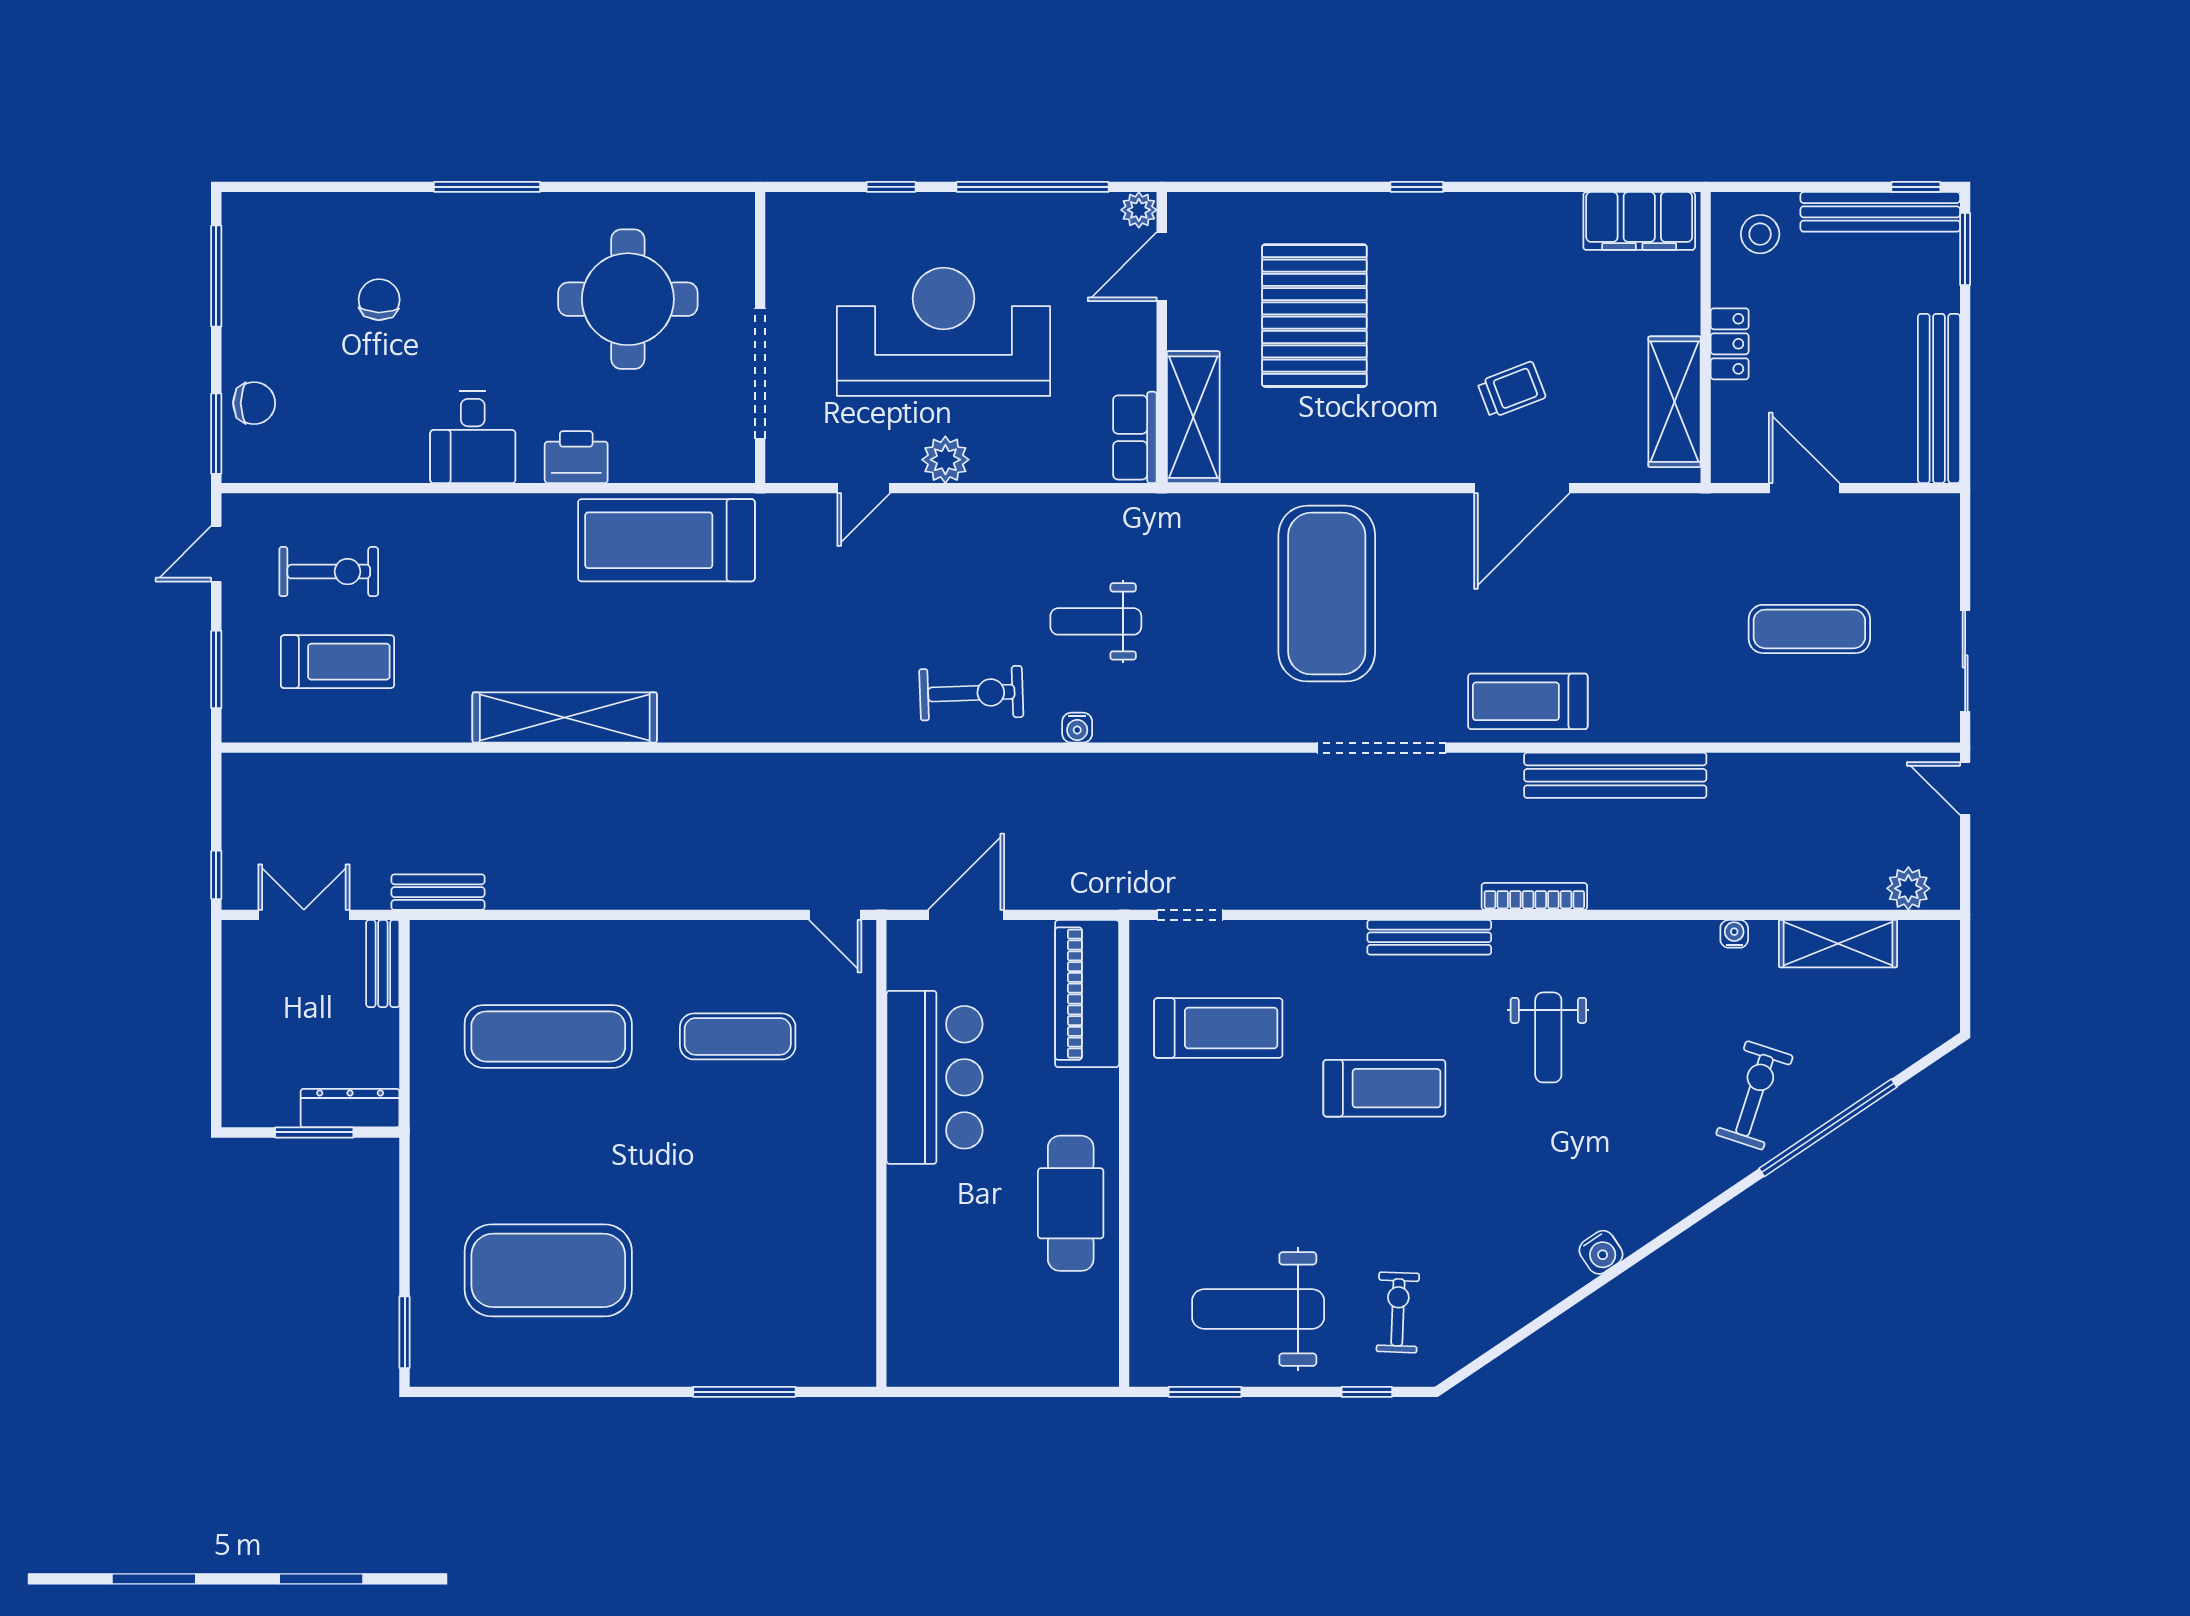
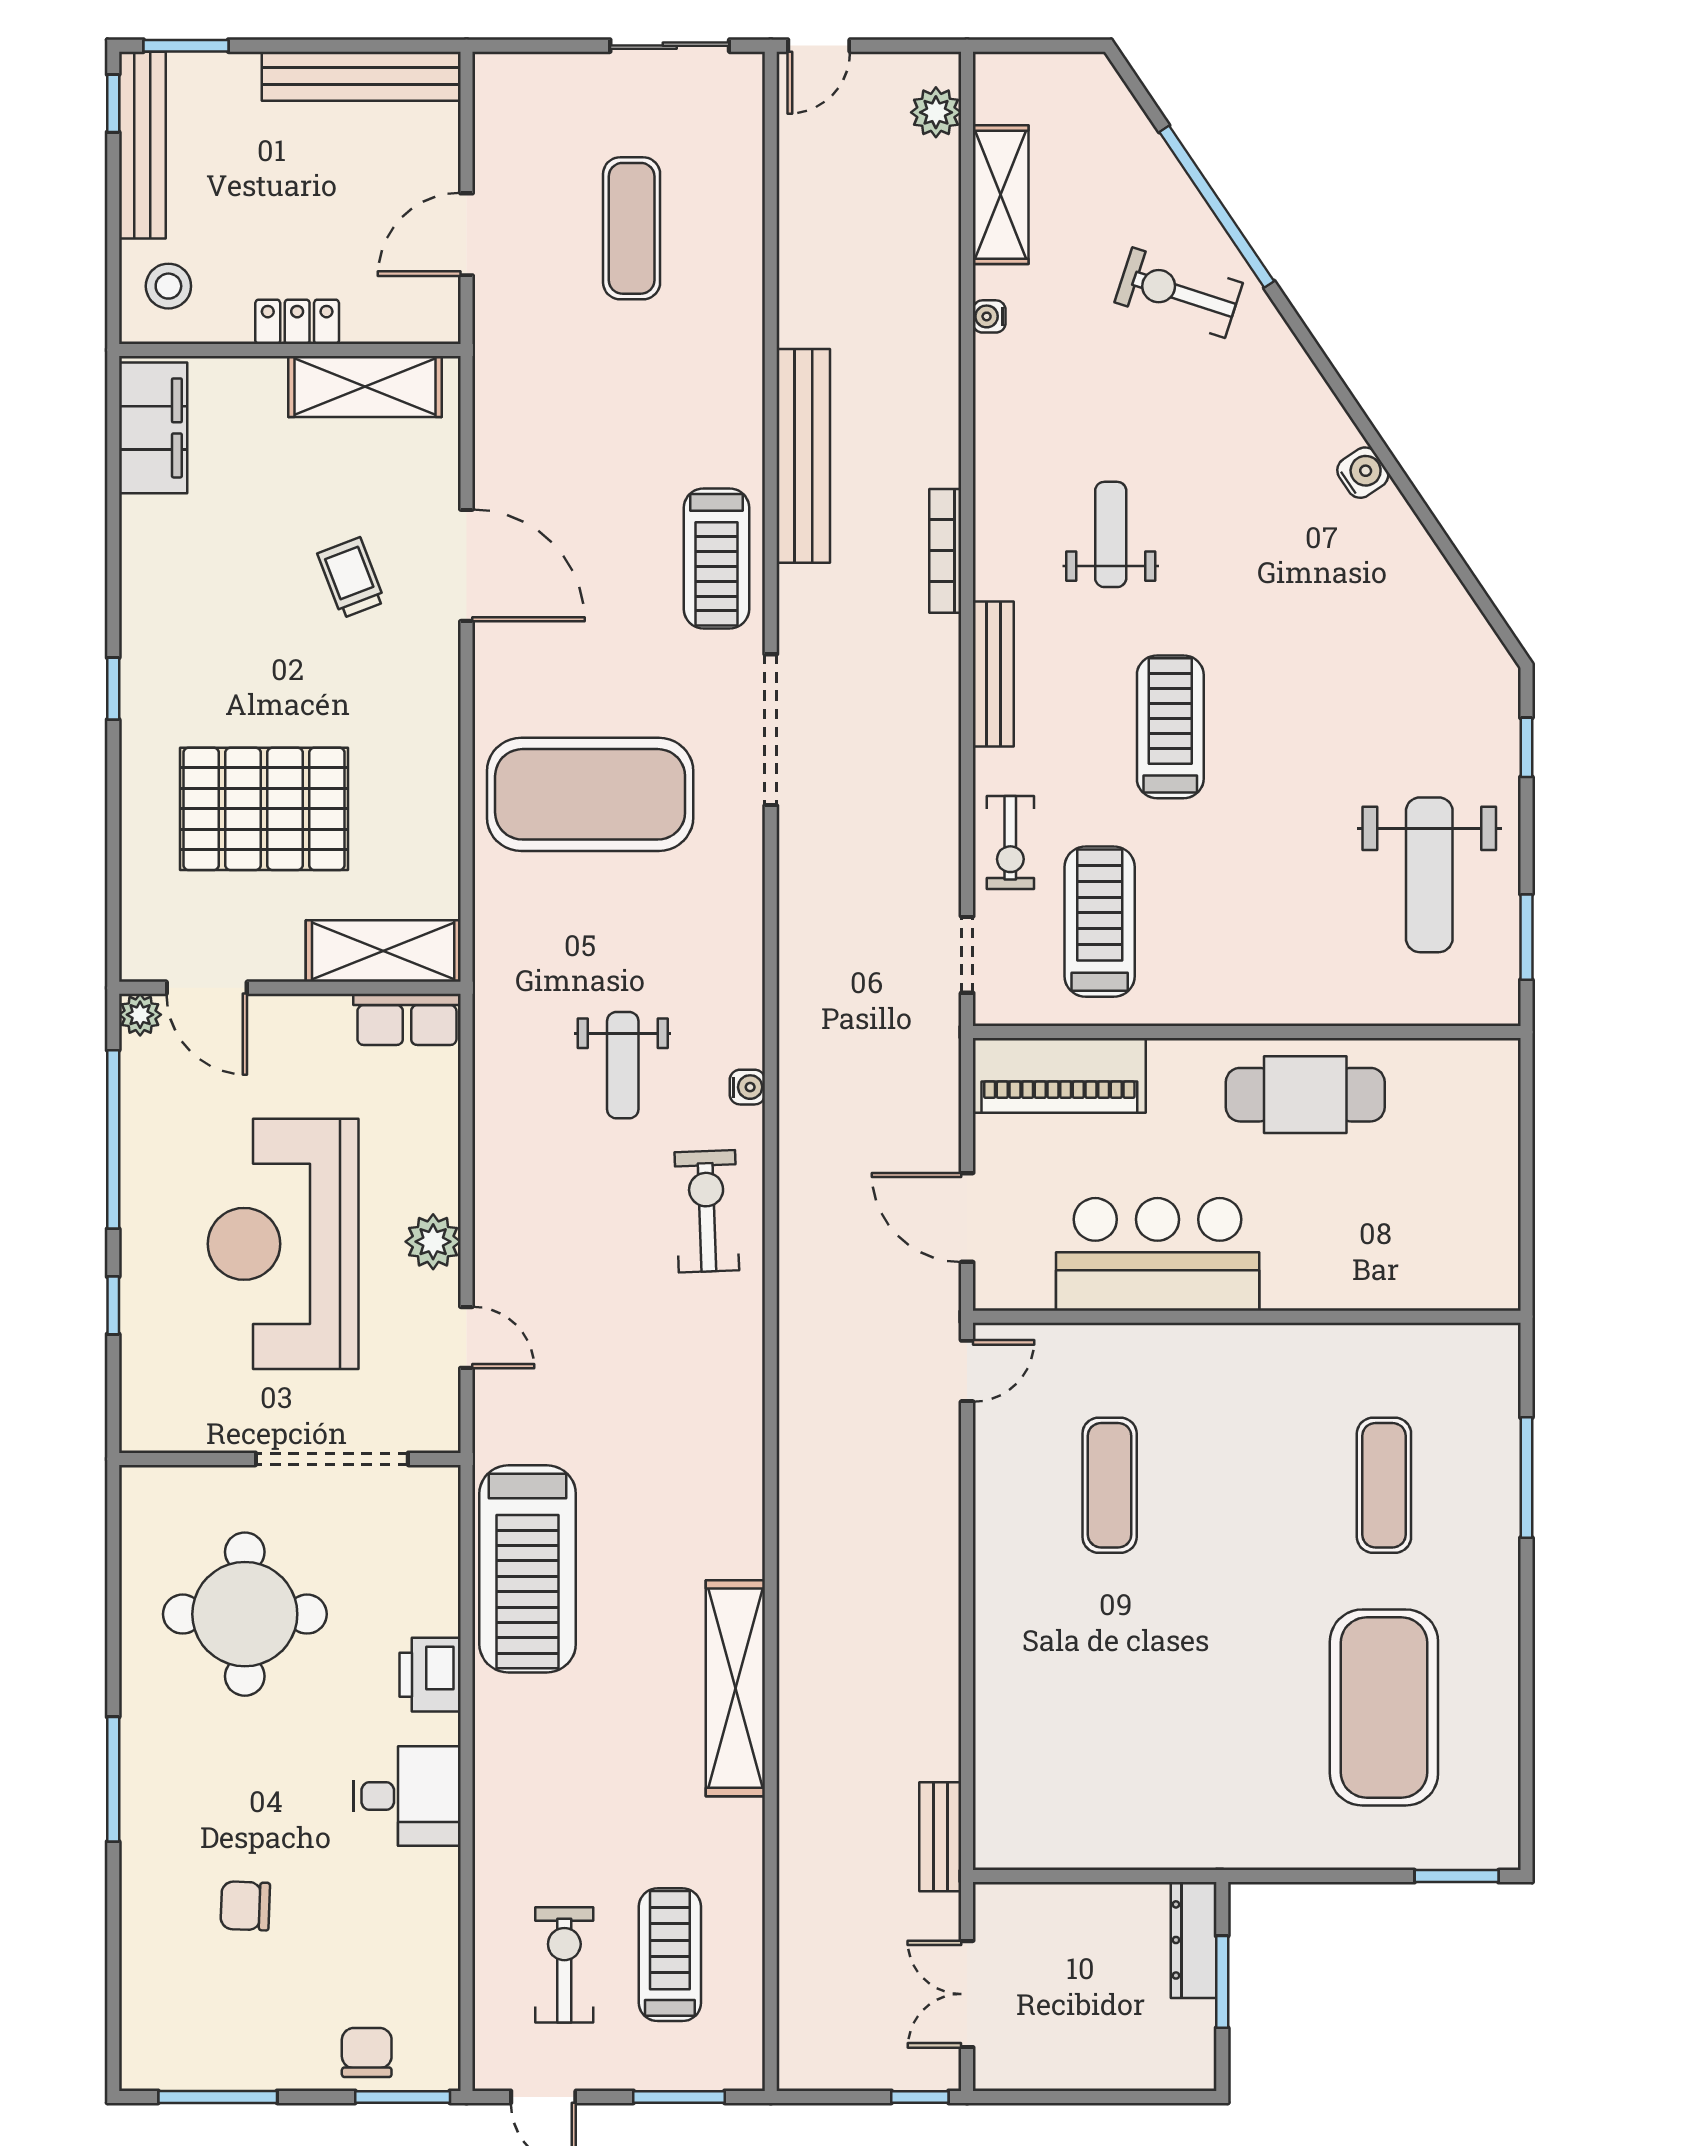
bench: (383, 964) -> (1024, 1901), removed
exercise mat: (548, 1036) -> (1384, 1485), moved, width x0.73, depth x0.69
weight bench: (1548, 1037) -> (1111, 534), turned -90
exercise bike: (1398, 1312) -> (1010, 842), moved, turned -92

